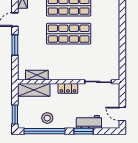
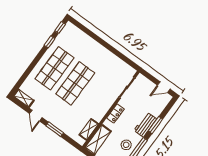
workbench: (89, 122) -> (145, 125), moved

